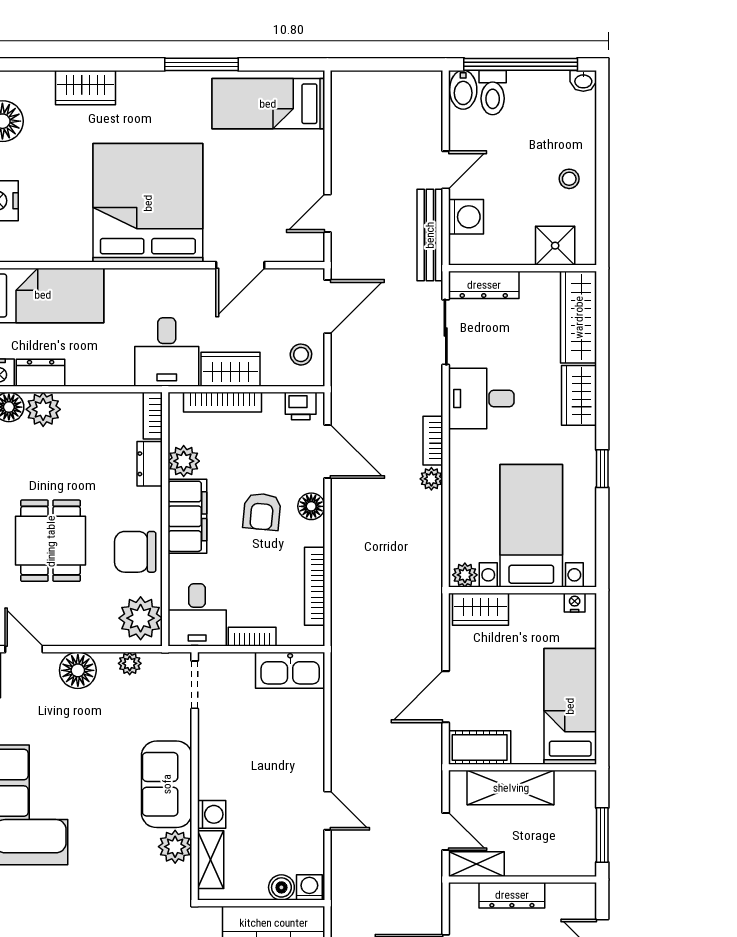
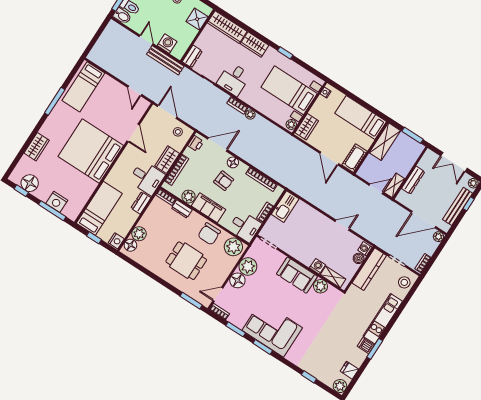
dresser: (484, 285) -> (192, 56), width x0.70
dresser: (41, 373) -> (141, 203), moved
plant: (130, 663) -> (248, 267), width x1.87, depth x1.87
shelving: (511, 788) -> (385, 142), moved

